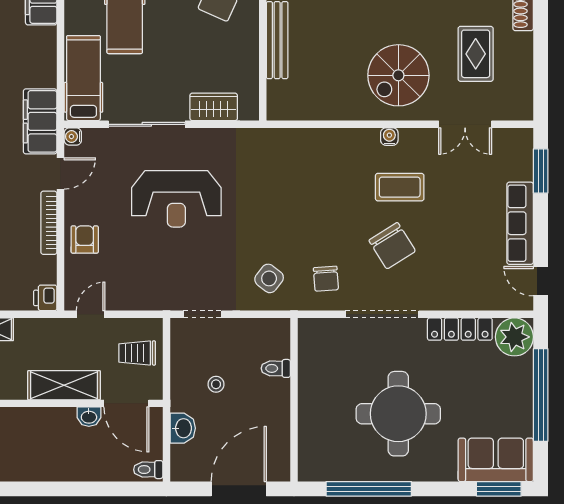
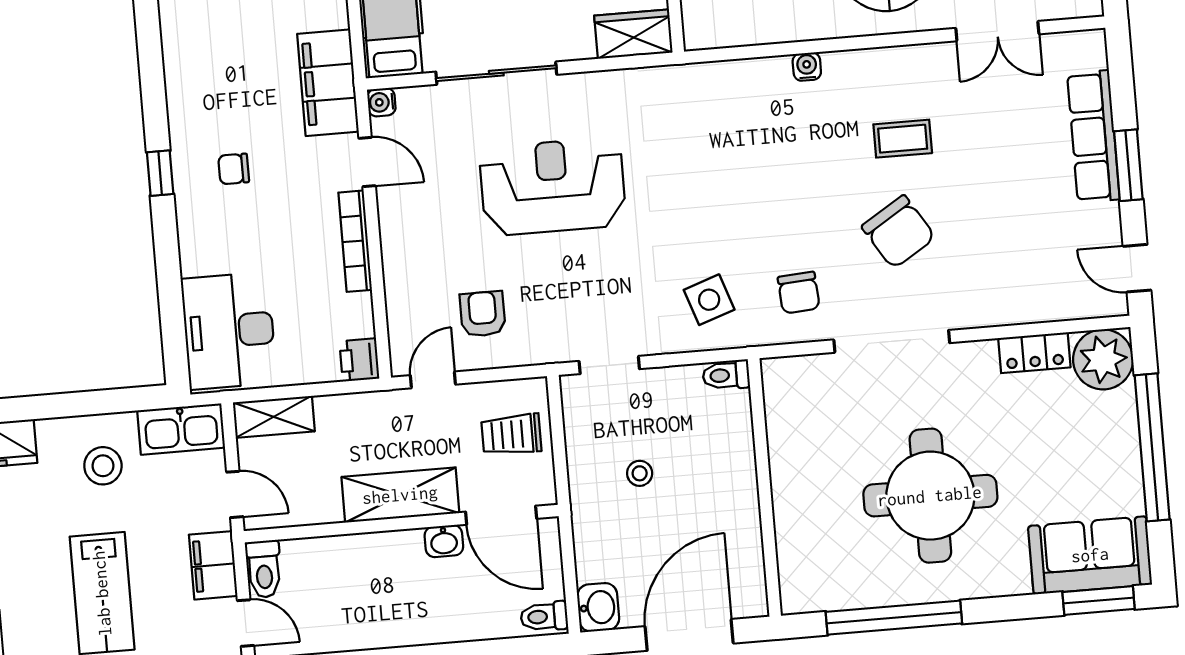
wardrobe: (214, 107) -> (633, 34), moved
water cooler: (389, 137) -> (807, 67), moved
window: (541, 171) -> (1128, 165), moved
door: (61, 173) -> (367, 162), hinge flipped
coffee table: (400, 187) -> (903, 139), width x0.73, depth x0.77
reception desk: (176, 199) -> (553, 187), turned 180
row of seats: (520, 223) -> (1093, 136), moved
armchair: (85, 239) -> (483, 314), moved
side table: (269, 278) -> (709, 300), turned 33
locker: (460, 329) -> (1034, 353), width x0.66
toilet: (276, 368) -> (726, 375), moved
washbasin: (183, 428) -> (598, 607), moved

